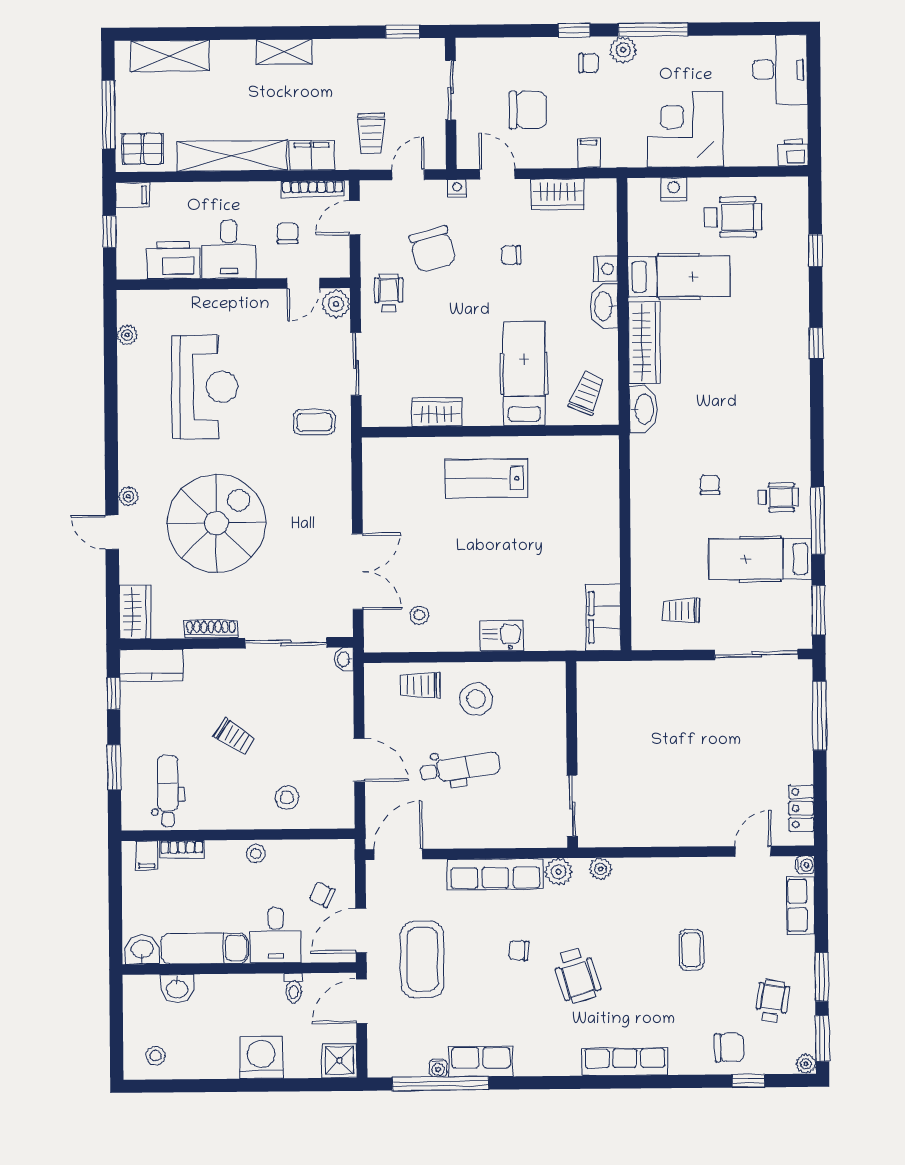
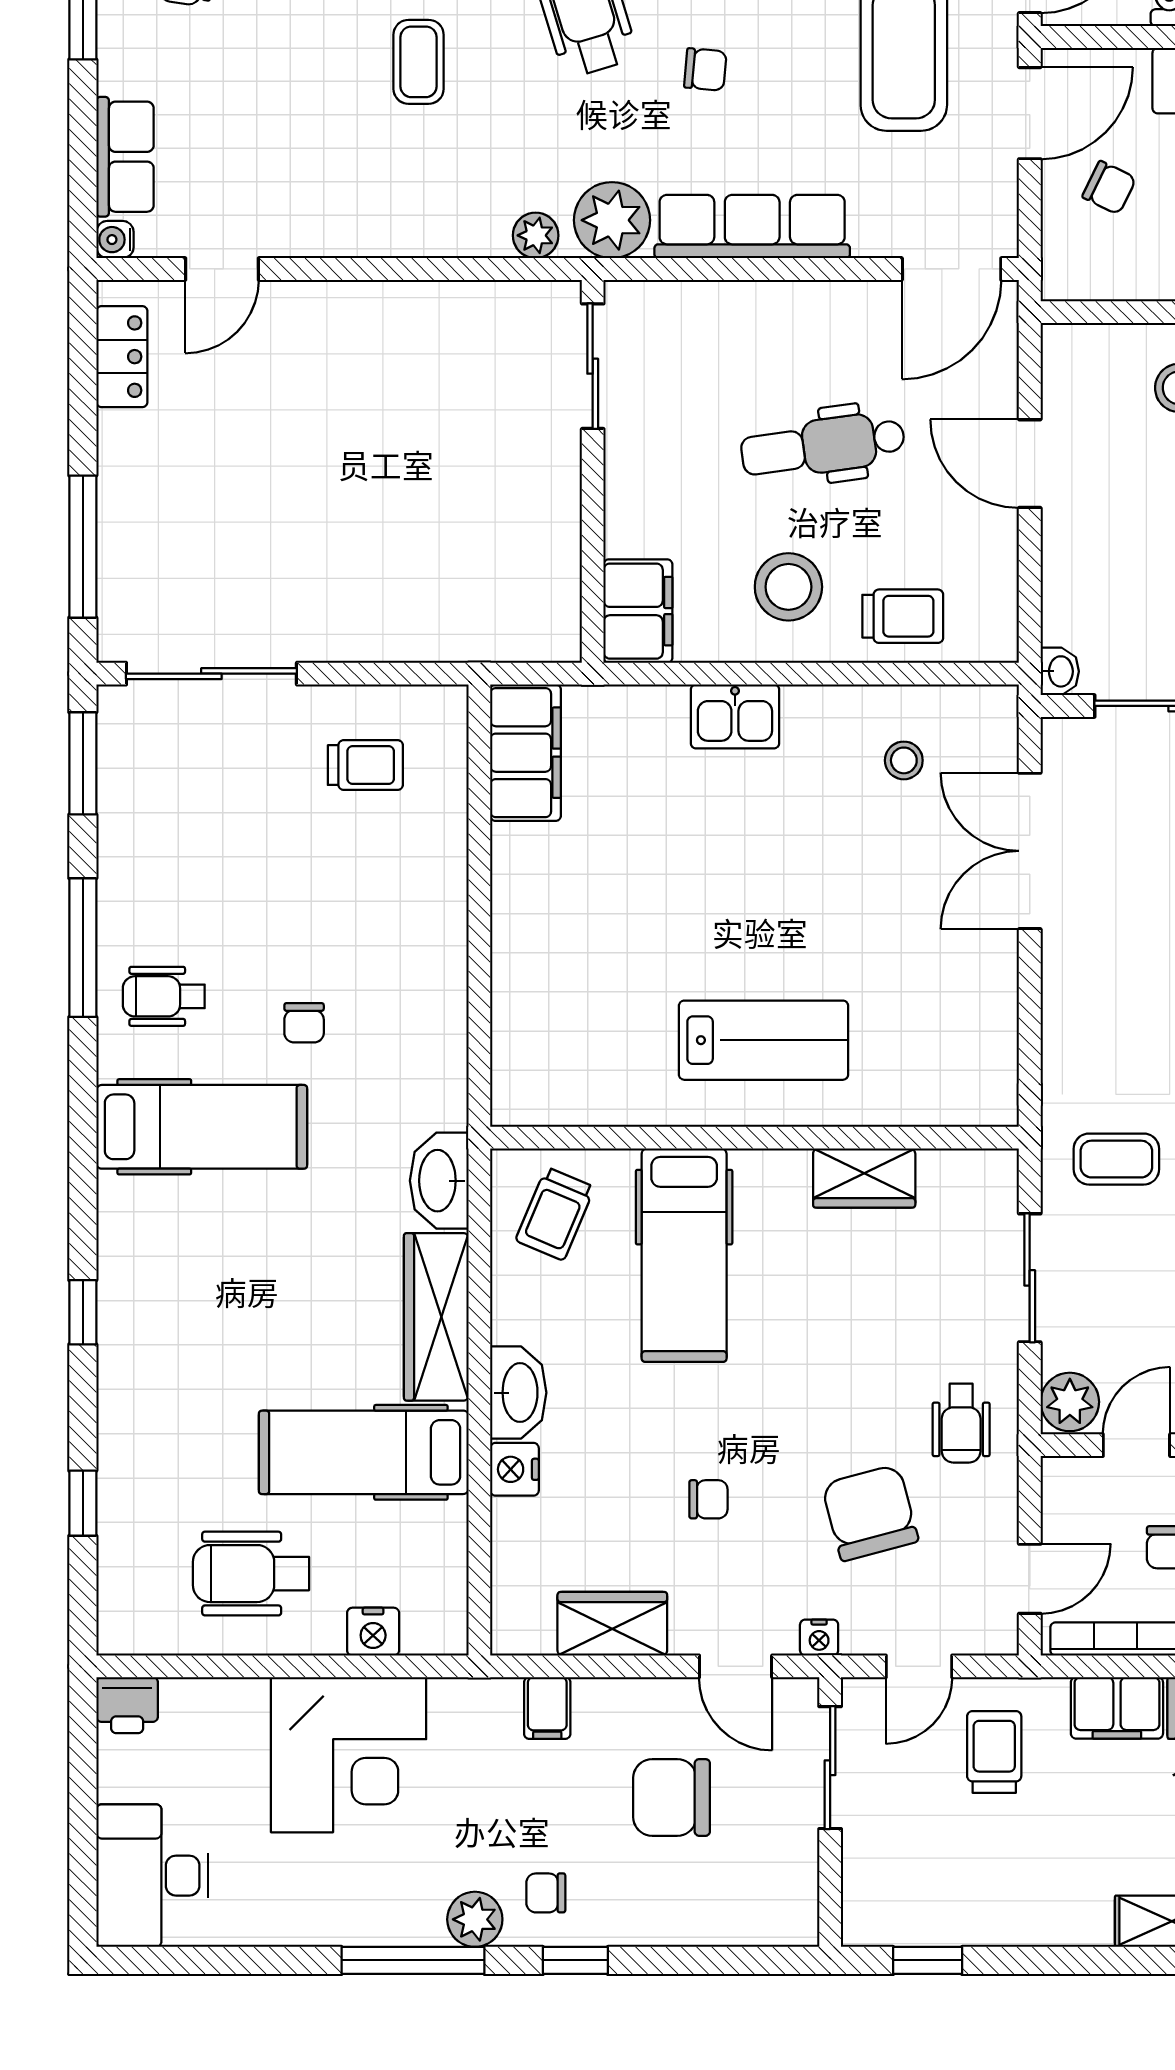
sliding door: (451, 90) -> (830, 1768), moved
hospital bed: (760, 559) -> (202, 1127), moved
filing cabinet: (549, 687) -> (638, 611), added
plant: (559, 872) -> (612, 220), width x1.36, depth x1.36
coffee table: (691, 950) -> (419, 62), moved

